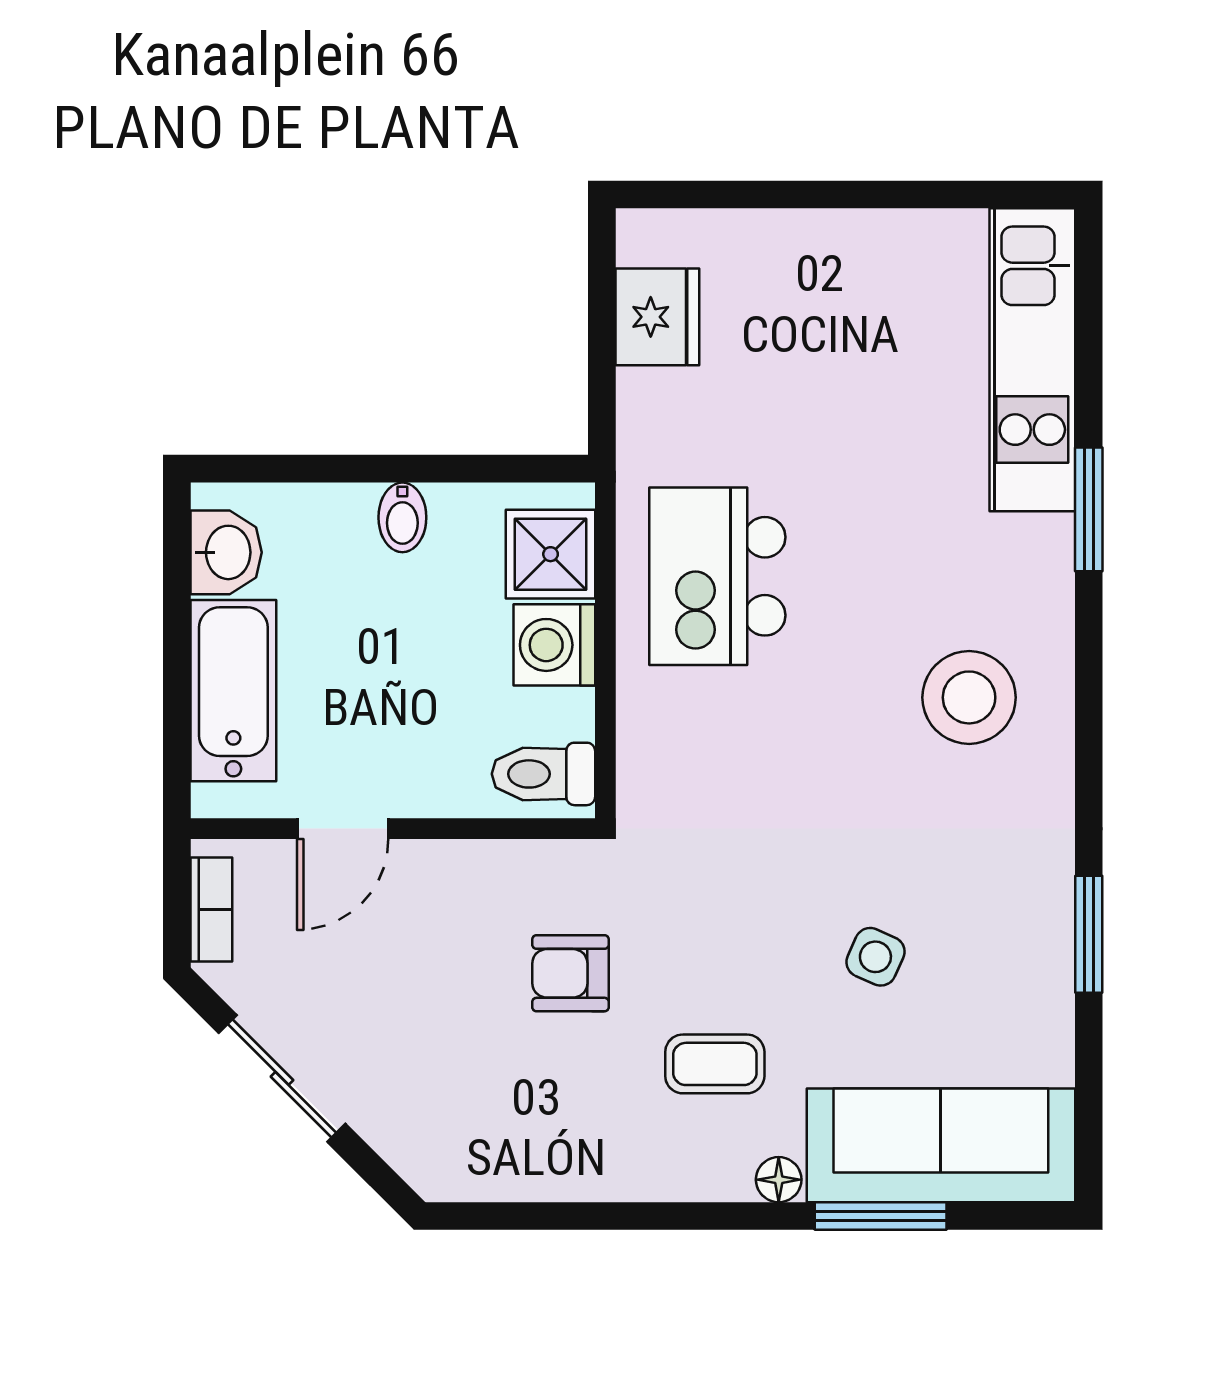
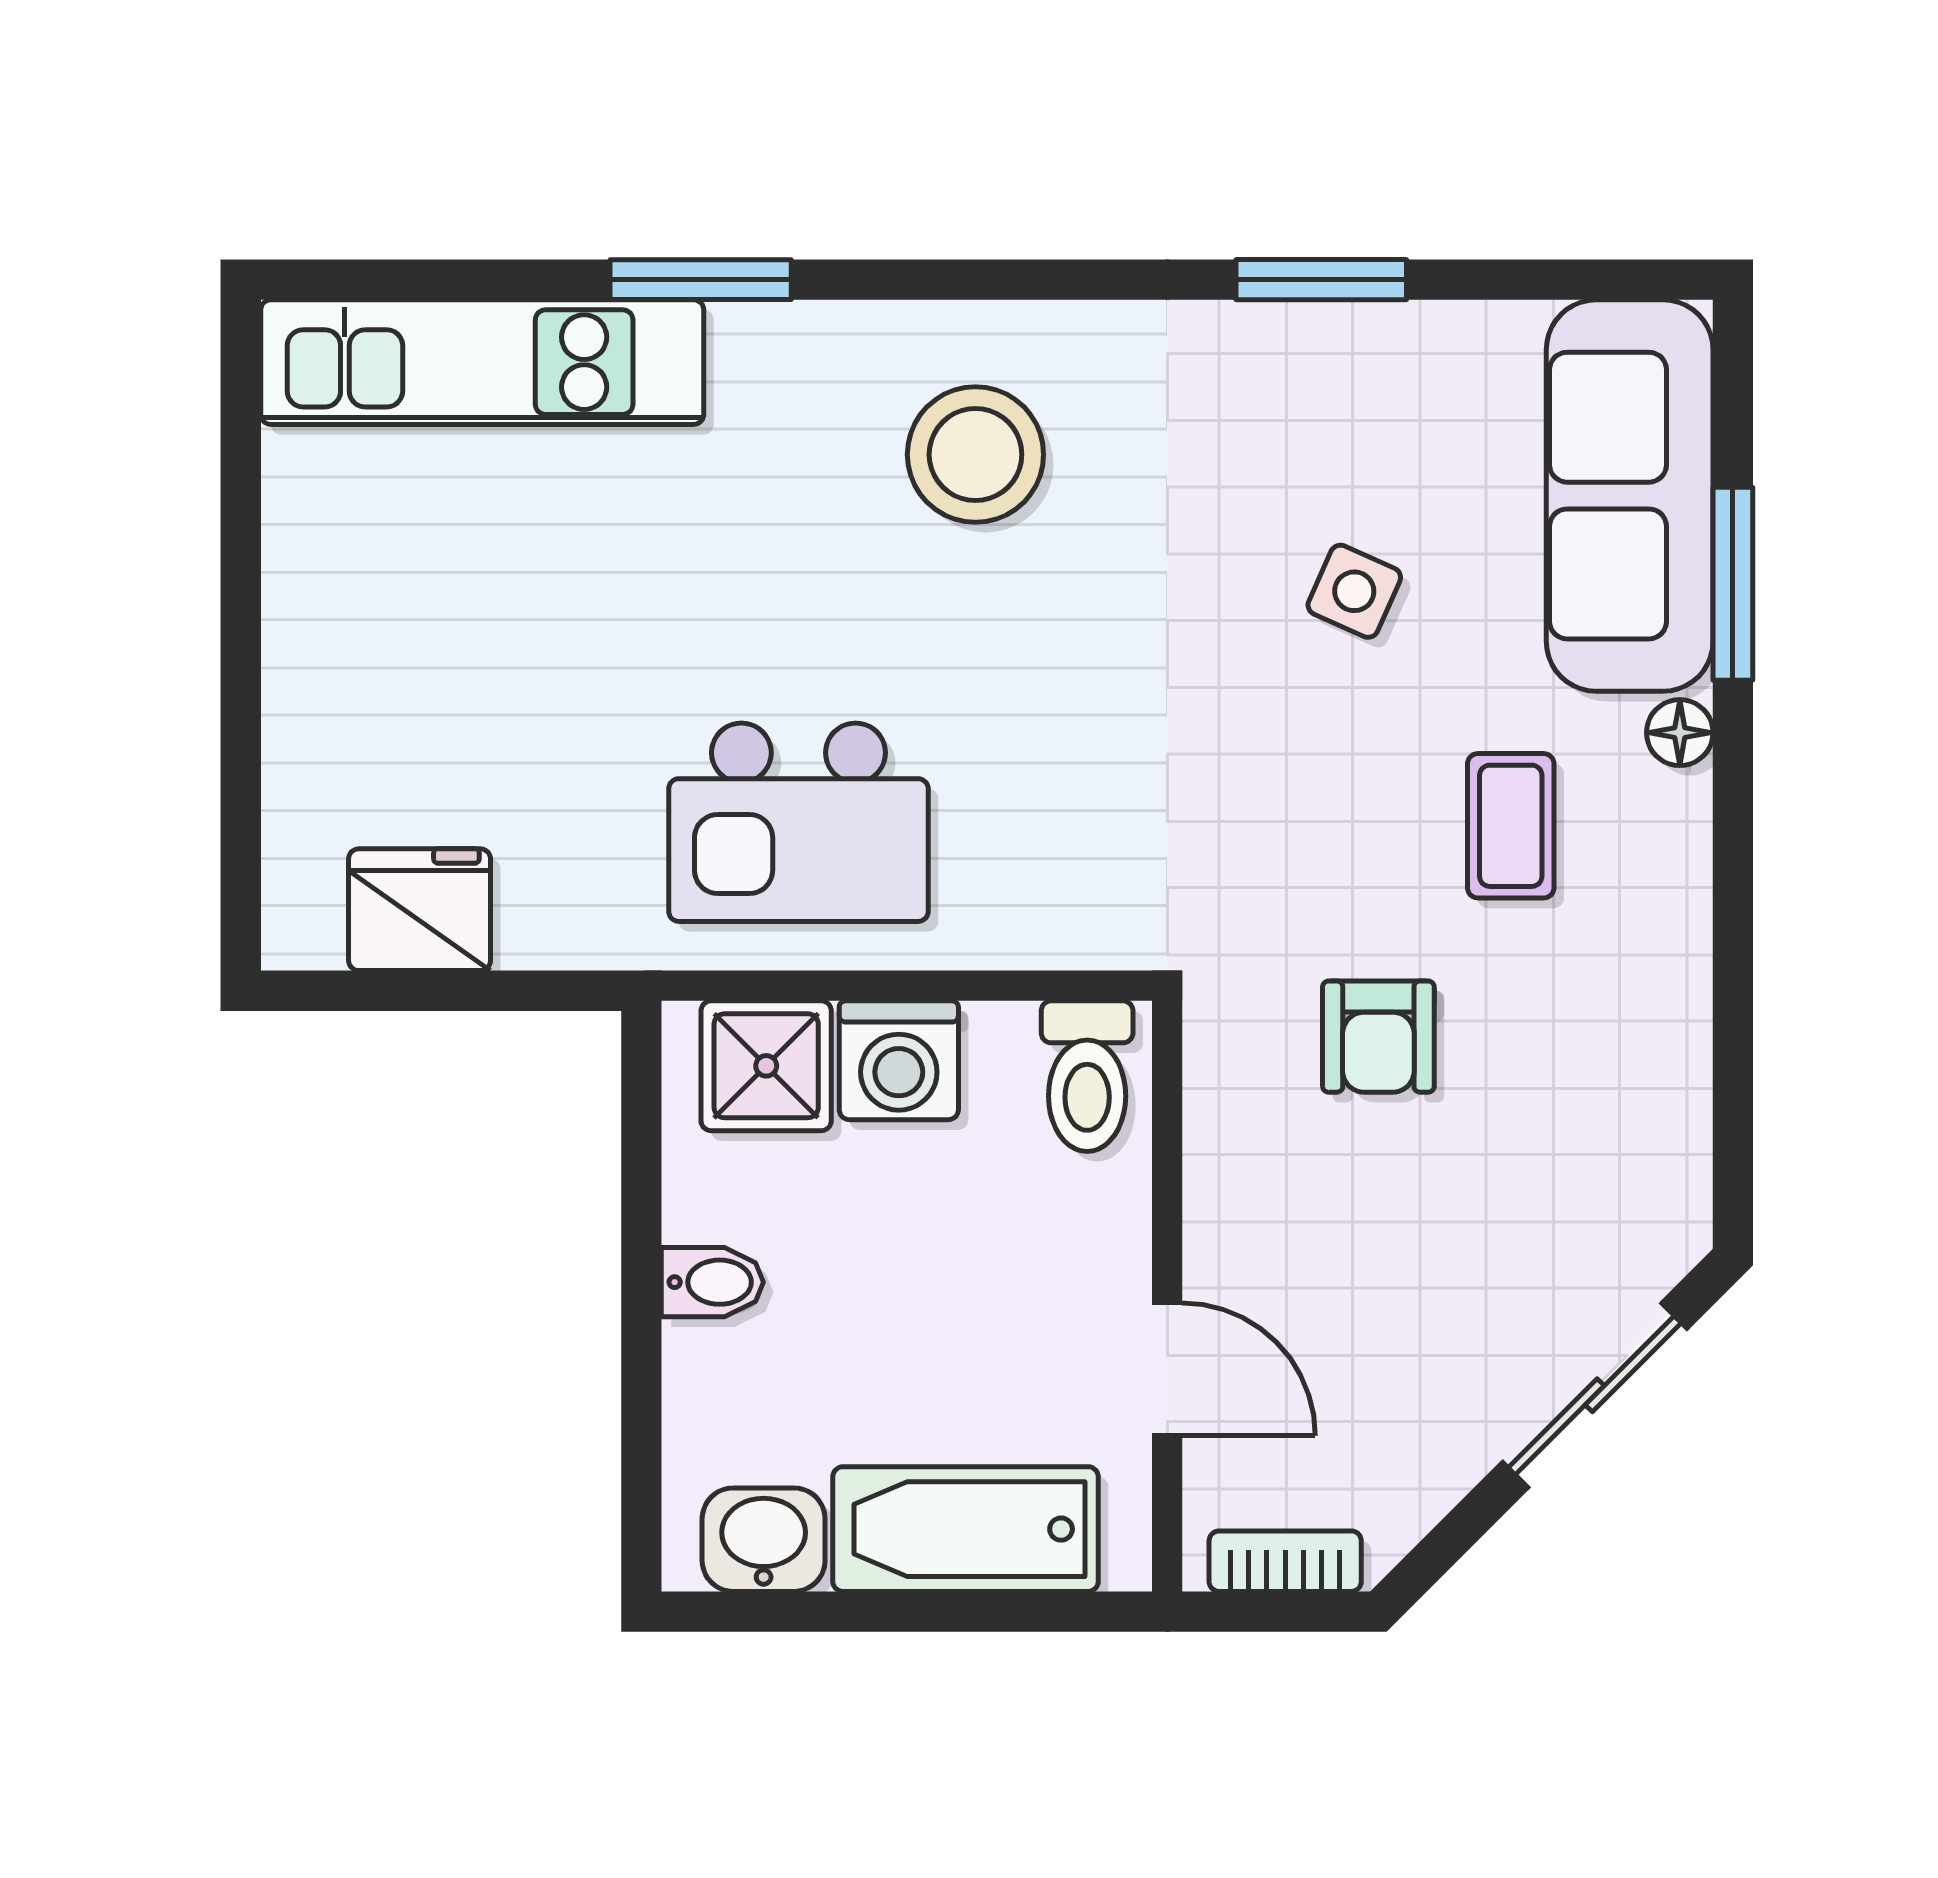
sliding door: (282, 1078) -> (1595, 1395), moved

